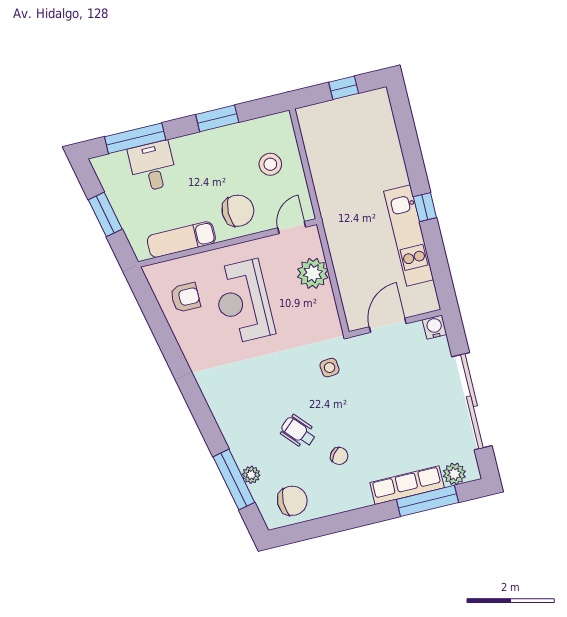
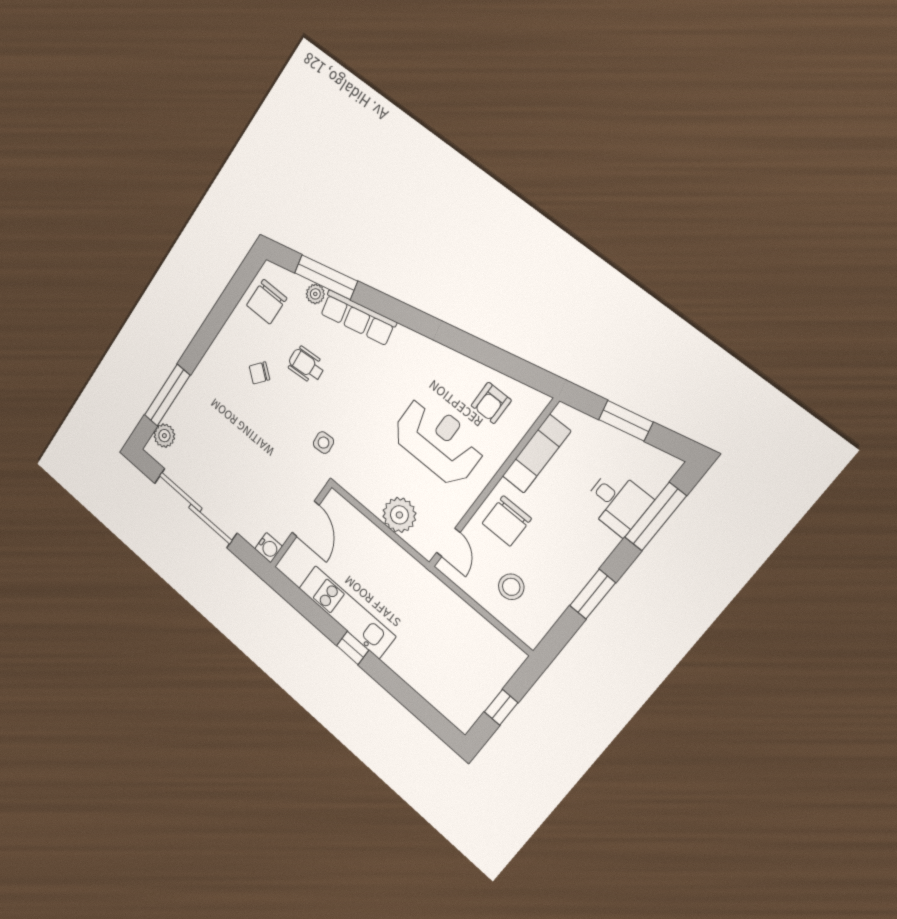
wheelchair: (298, 432) -> (306, 365), turned -142
row of seats: (407, 485) -> (358, 318), moved, turned 78

